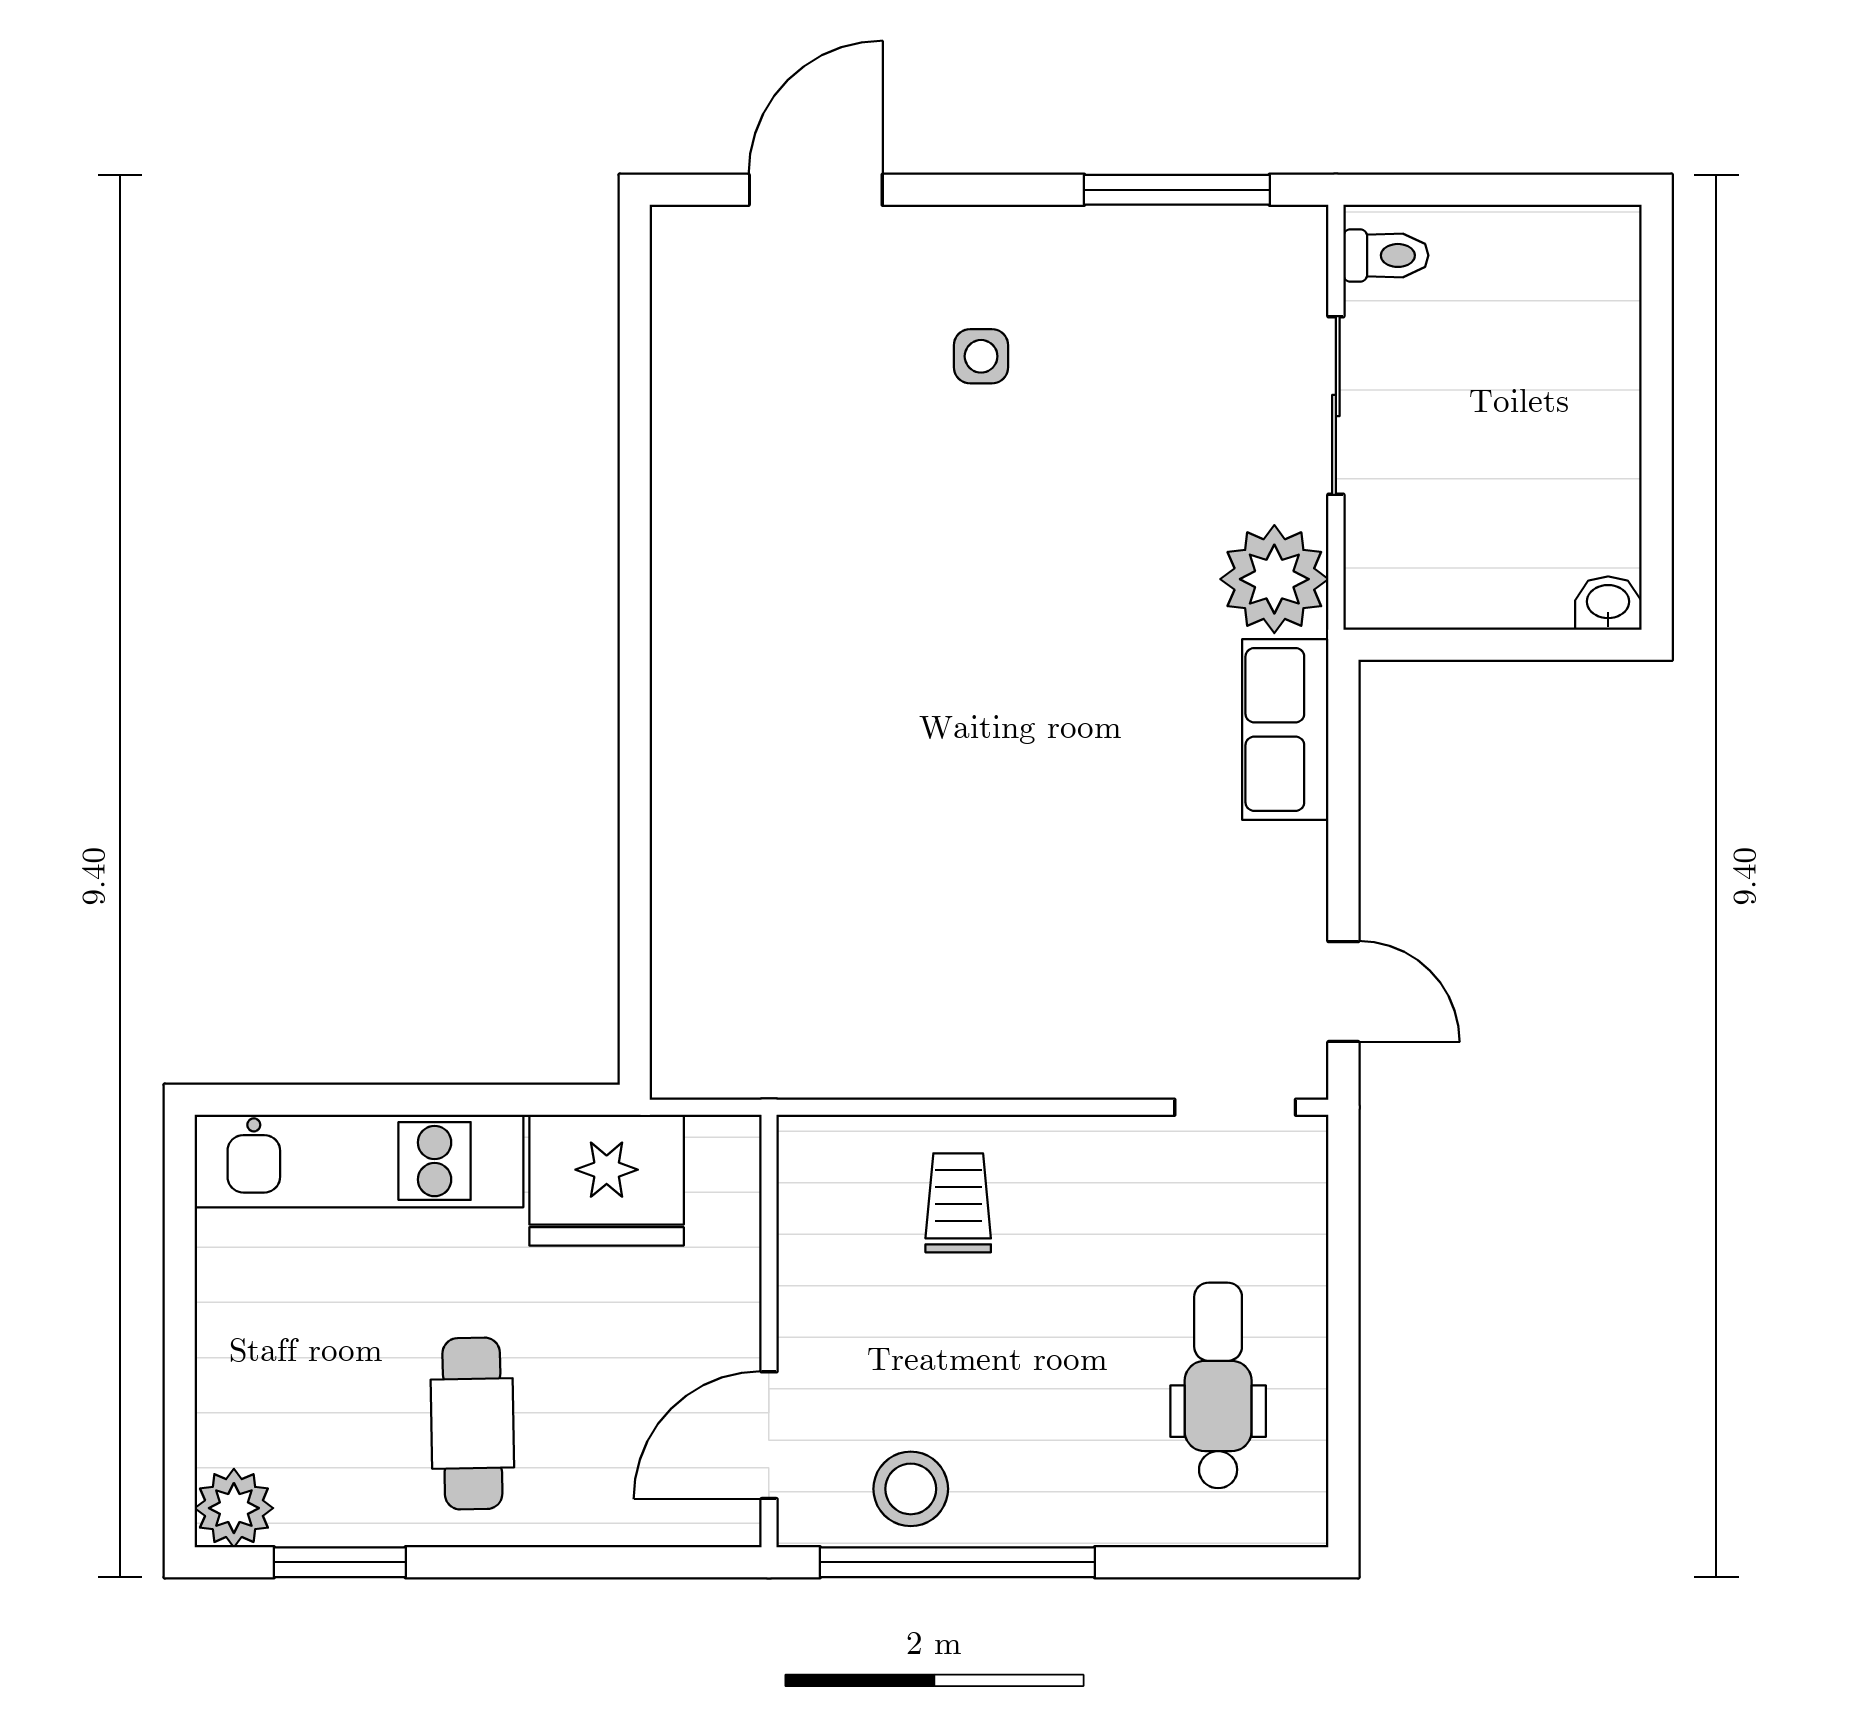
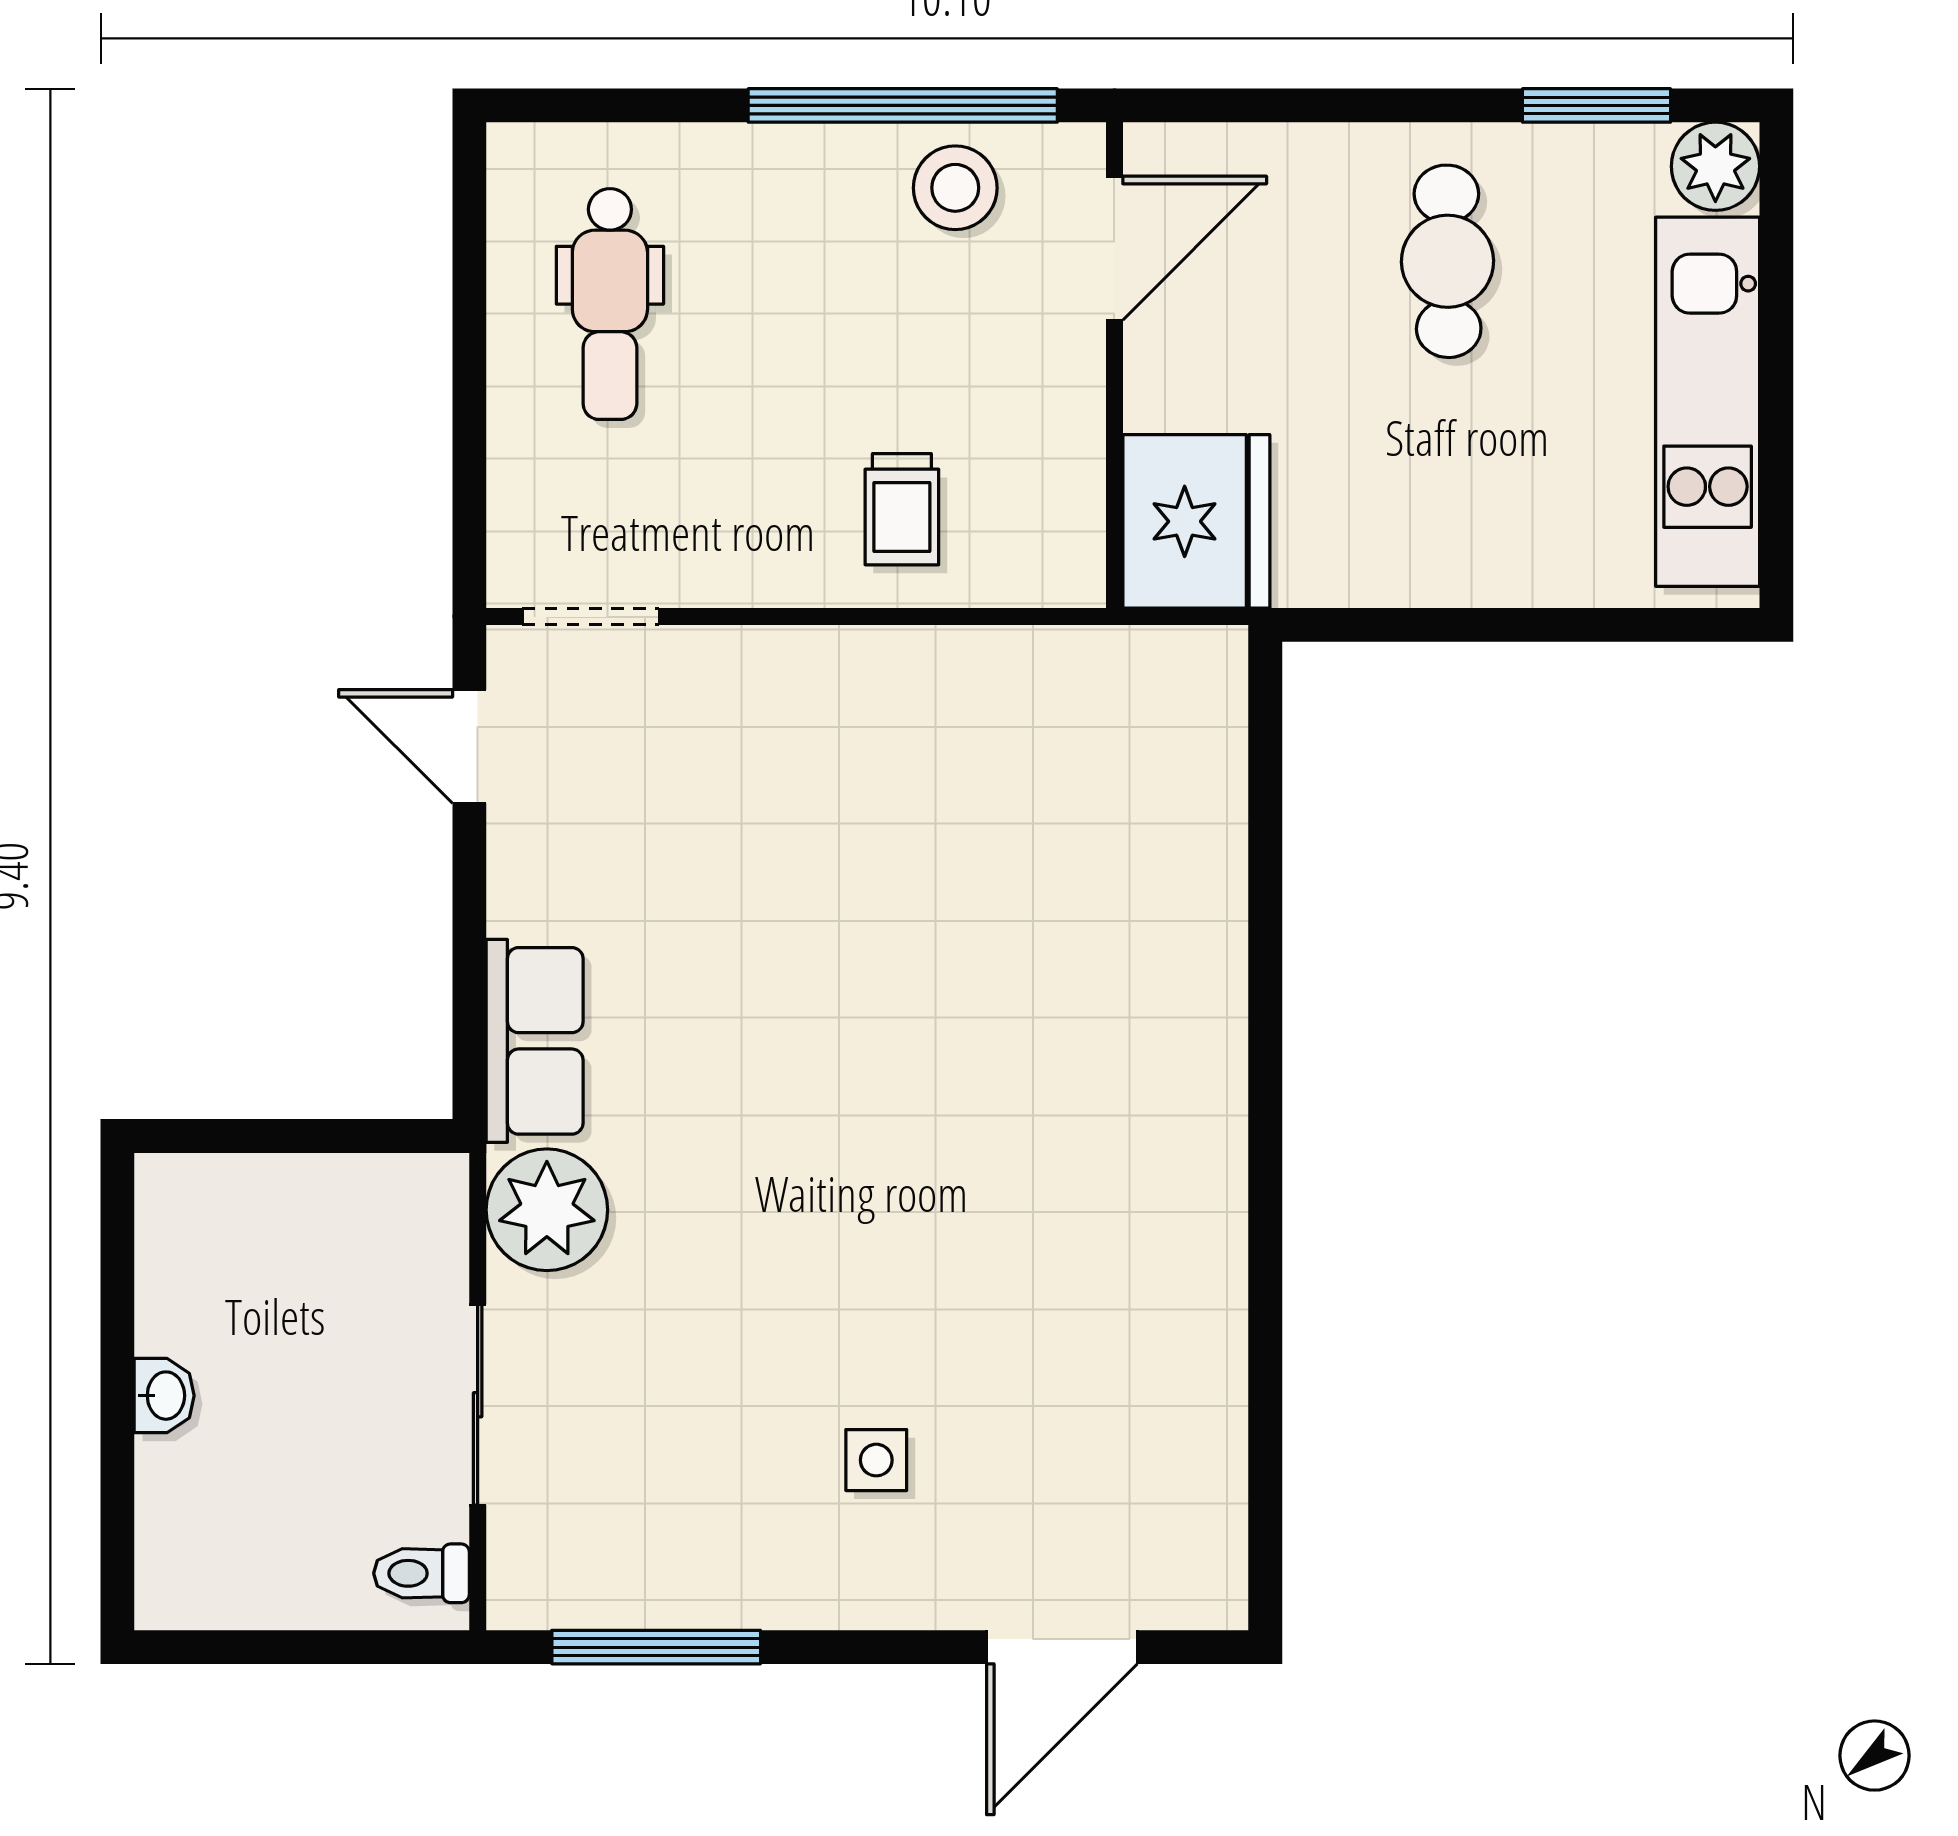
washbasin: (1608, 603) -> (164, 1396), moved, turned -90
kitchen unit: (359, 1161) -> (1708, 402), moved, turned -90
fridge: (607, 1180) -> (1196, 521), moved, turned 90

